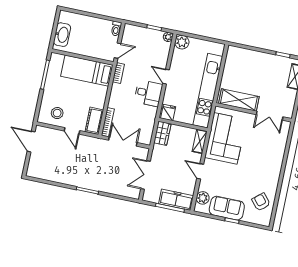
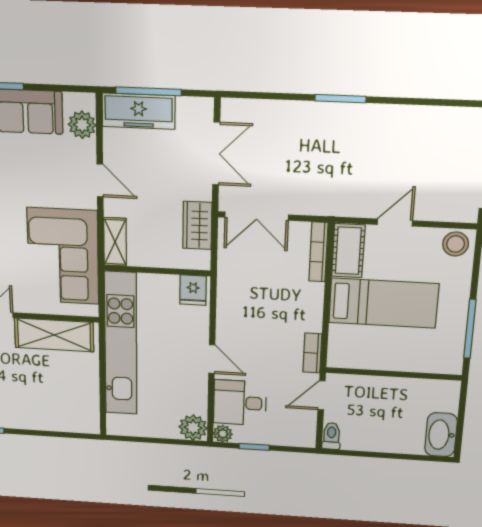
washbasin: (62, 35) -> (441, 435), moved
bed: (87, 71) -> (383, 303), moved
desk: (148, 93) -> (240, 403), moved
stool: (57, 113) -> (456, 244), moved
door: (72, 131) -> (395, 223), hinge flipped
wardrobe: (162, 133) -> (197, 225), moved
double door: (123, 141) -> (257, 216), moved

